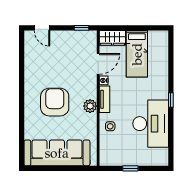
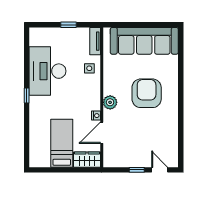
window: (82, 28) -> (137, 170), moved
tv unit: (104, 99) -> (95, 41), moved
armchair: (55, 102) -> (147, 93), turned 180
plant: (90, 106) -> (110, 102), moved

